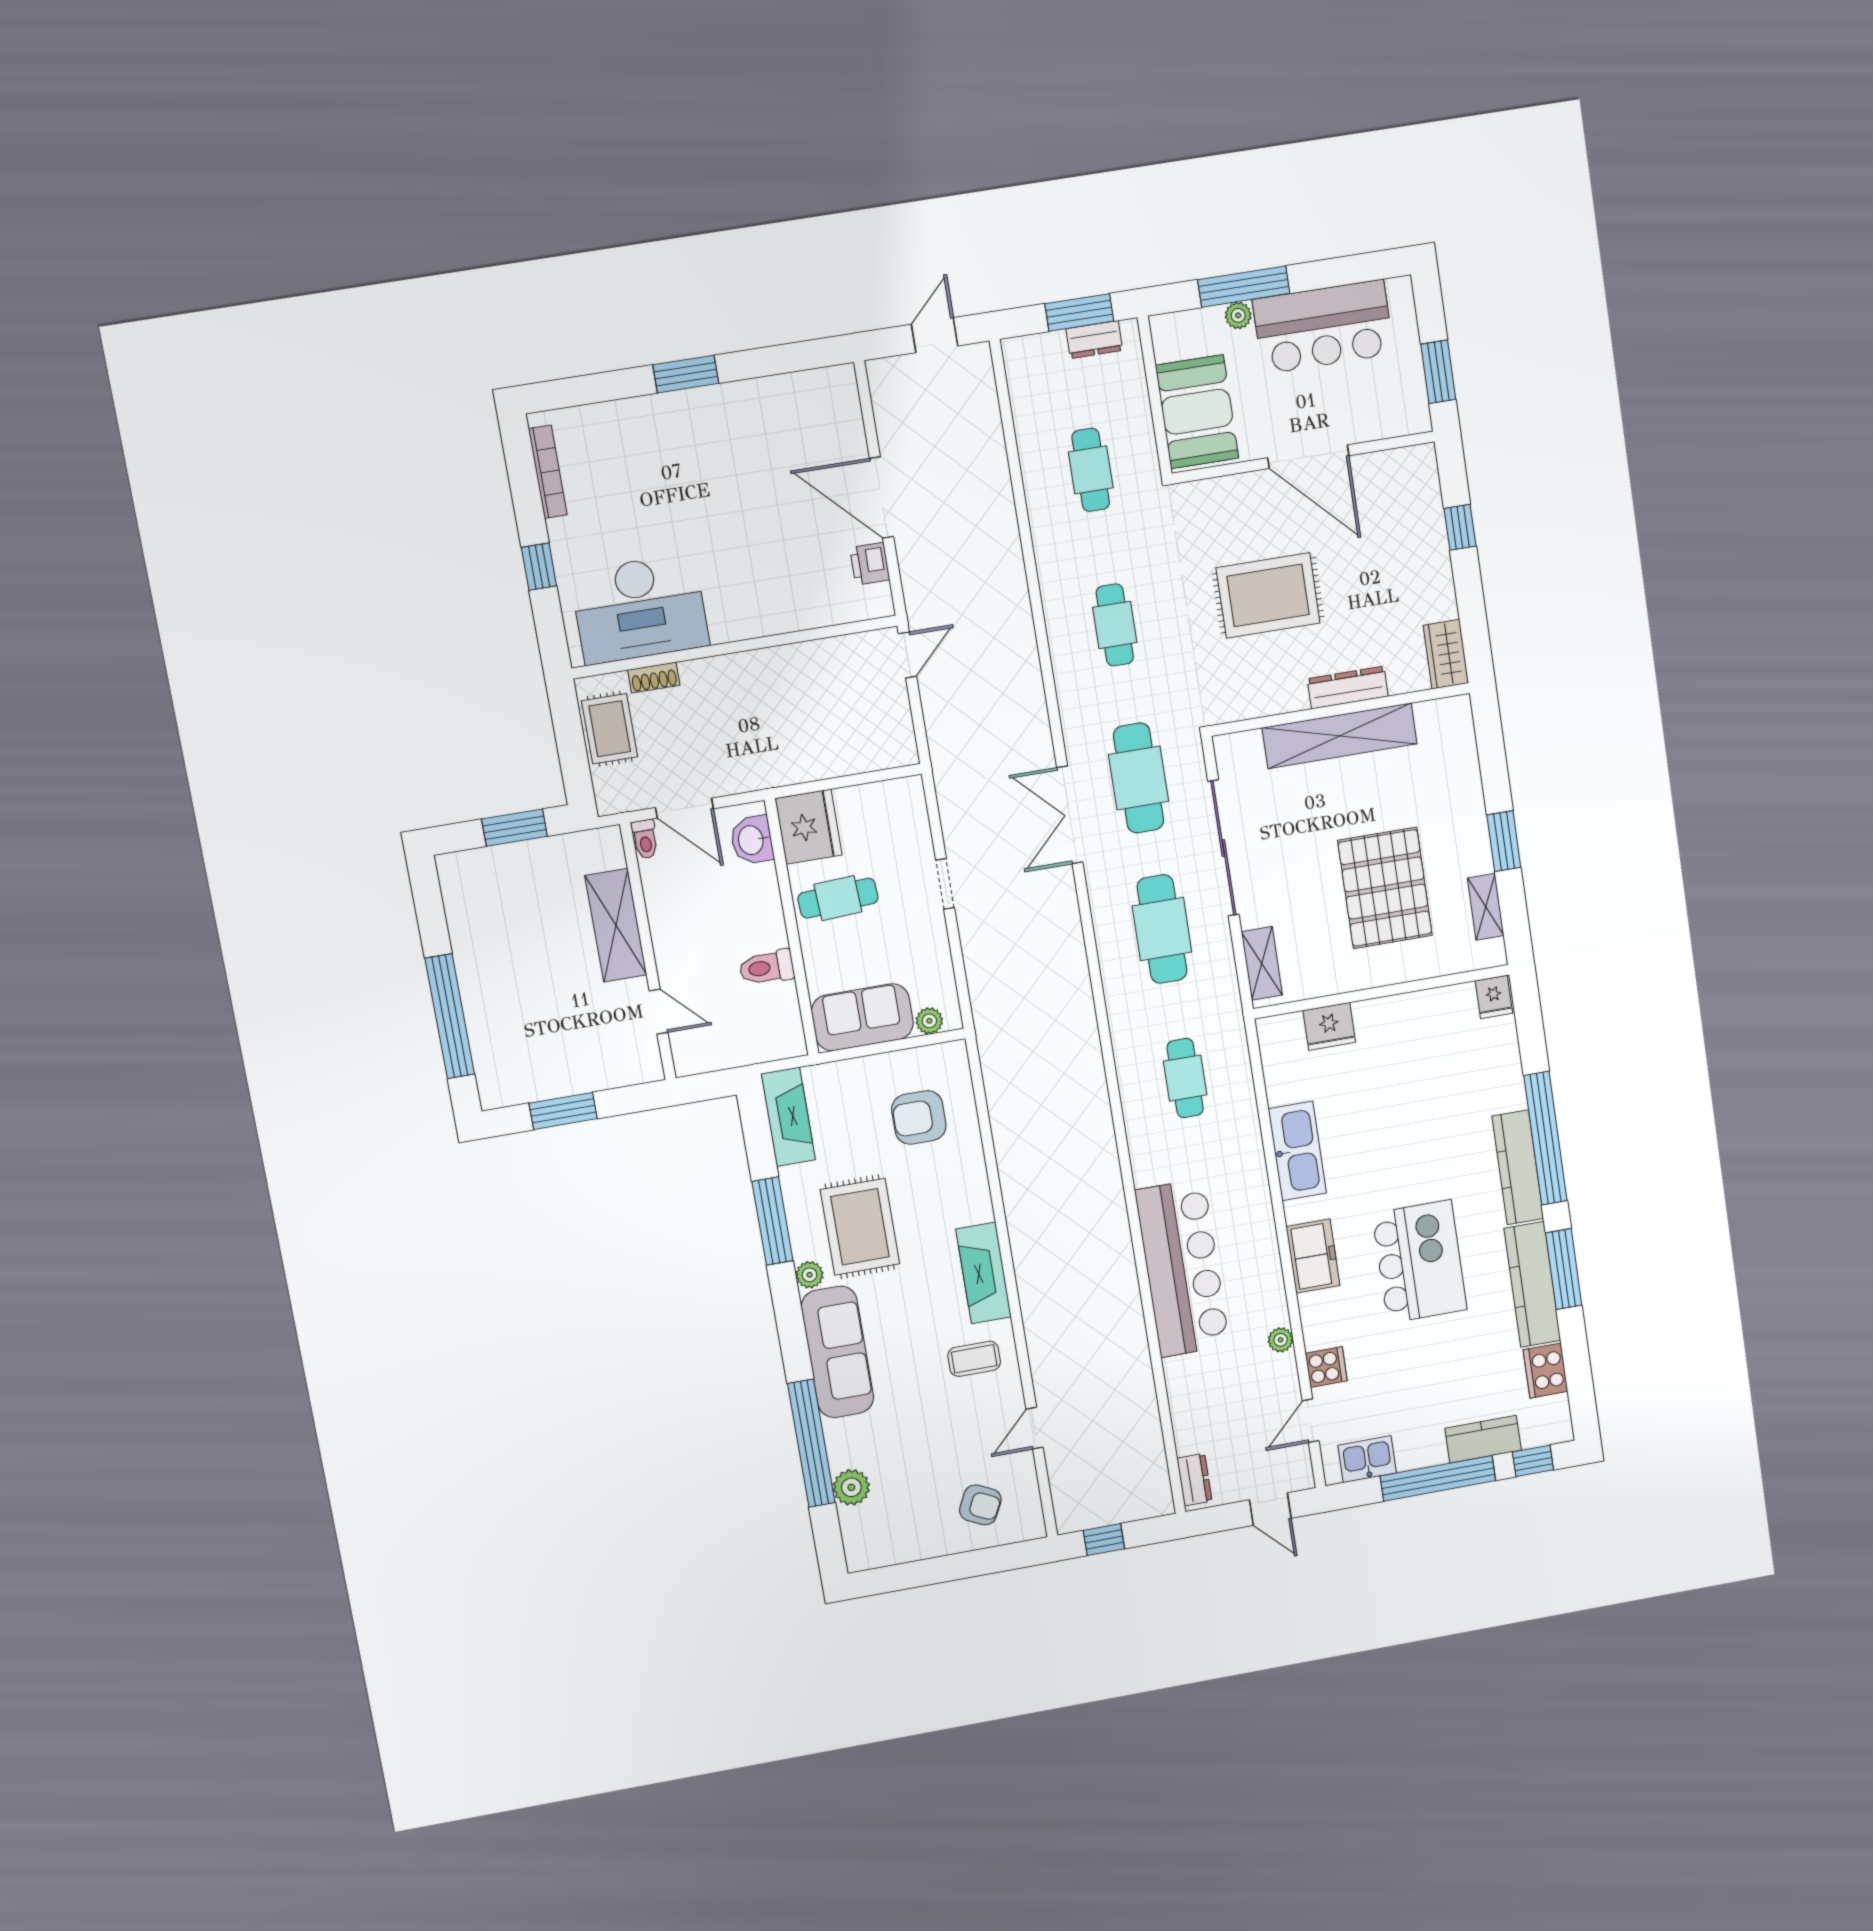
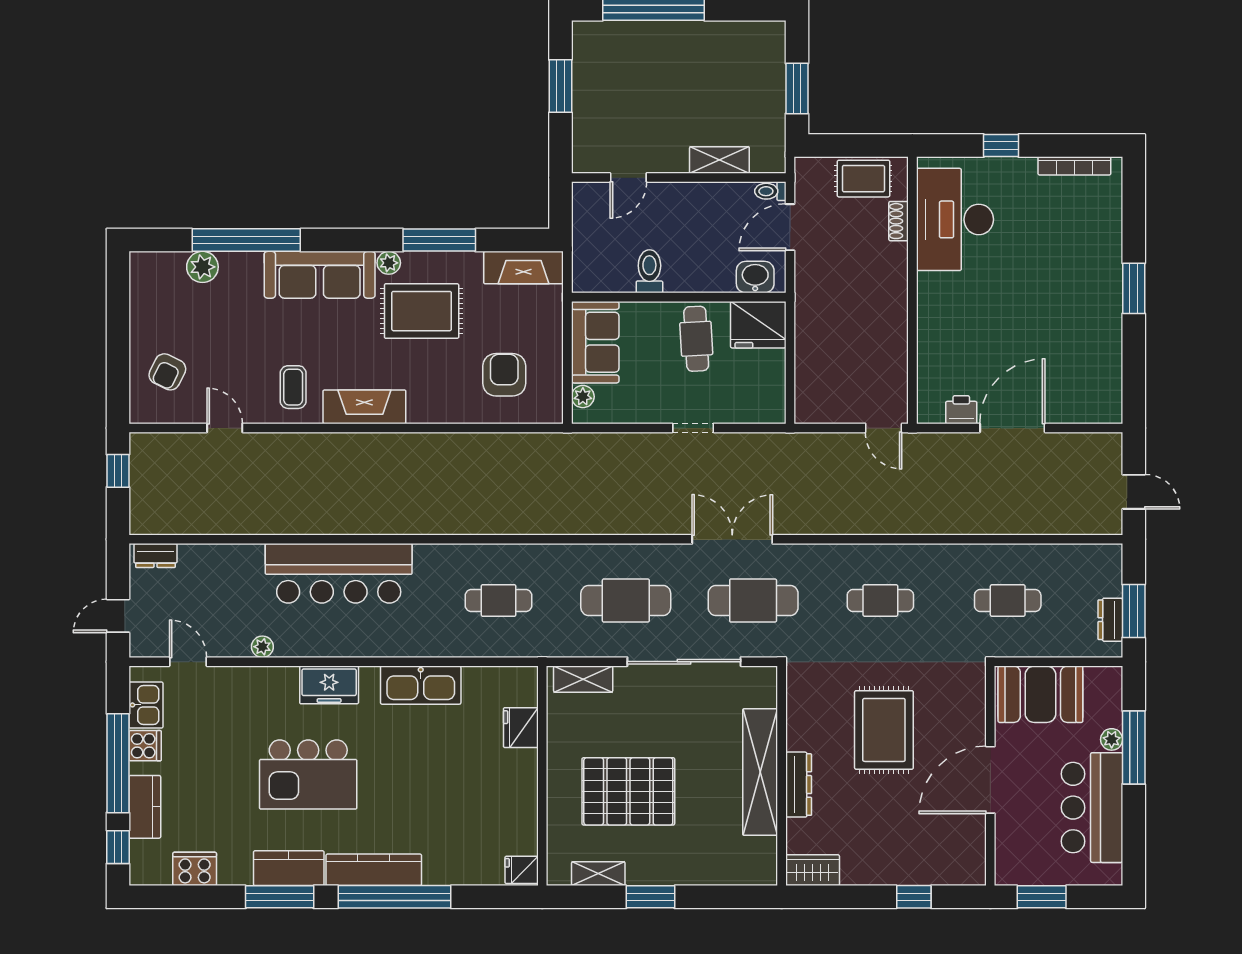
shelving: (616, 925) -> (719, 160), width x0.67, depth x0.75
kitchen counter: (1532, 1284) -> (289, 868), width x0.67
cooker: (1326, 1367) -> (145, 746), moved, turned -90

